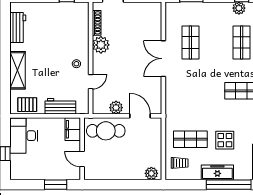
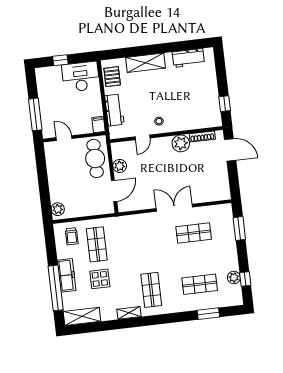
door: (91, 82) -> (143, 137), hinge flipped
filing cabinet: (73, 129) -> (99, 124), width x0.50
door: (82, 159) -> (64, 138), hinge flipped
window: (56, 185) -> (35, 114), width x1.44

